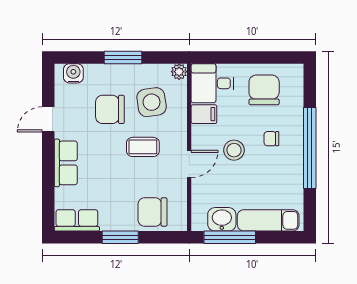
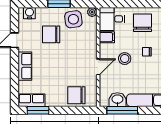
side table: (152, 102) -> (73, 19), moved
coffee table: (143, 147) -> (71, 57), removed
window: (120, 237) -> (38, 110), moved

